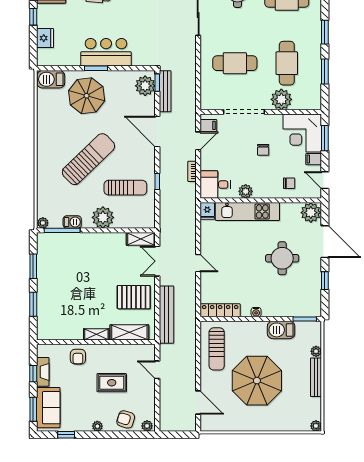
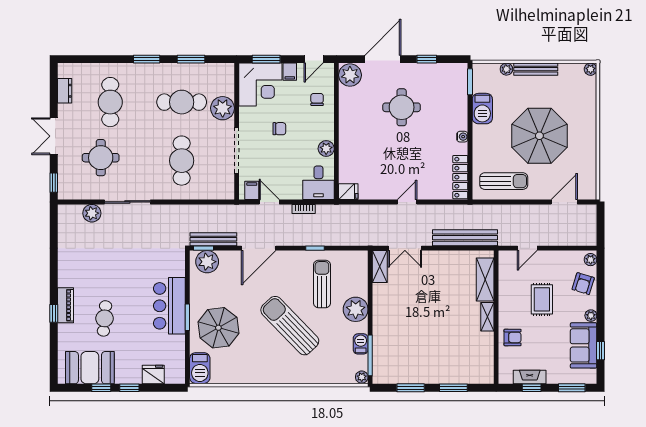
kitchen unit: (247, 212) -> (349, 146), removed
pallet: (134, 297) -> (445, 275), removed
sofa: (48, 408) -> (584, 345), moved, turned -90

